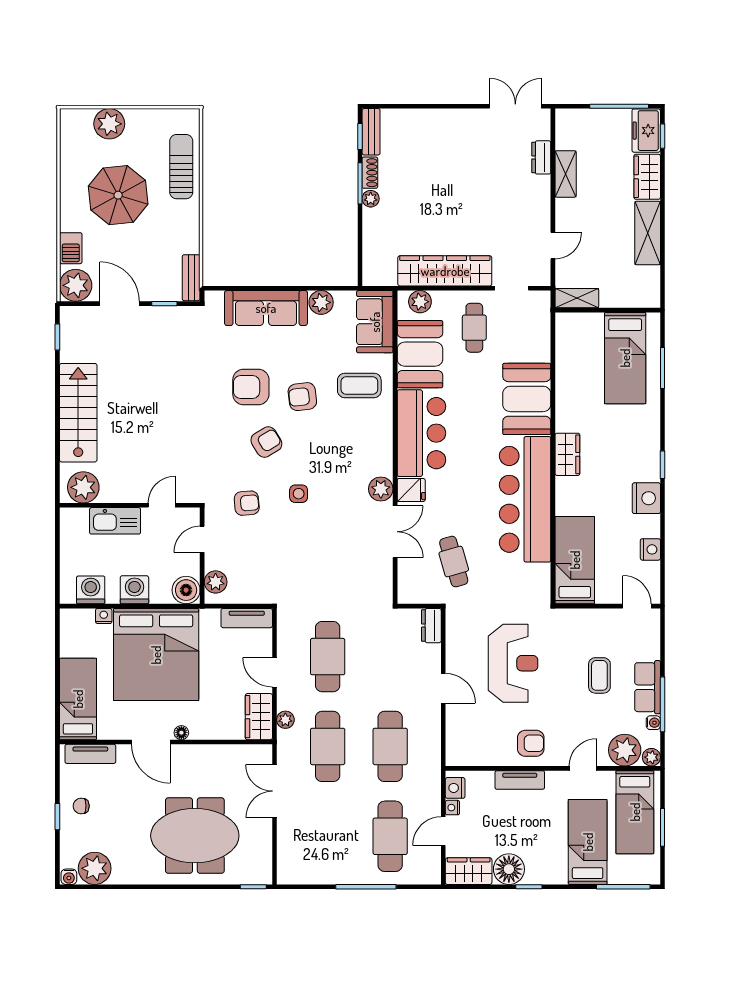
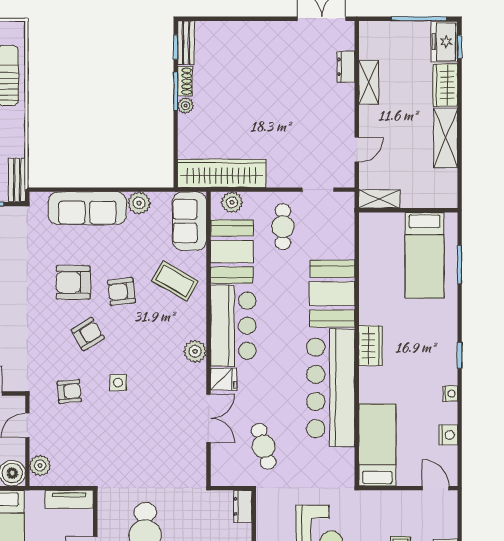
wardrobe: (445, 271) -> (222, 173), moved
coffee table: (359, 385) -> (175, 281), turned 30
plant: (381, 489) -> (195, 351), moved
nightstand: (646, 498) -> (450, 394), width x0.53, depth x0.56

